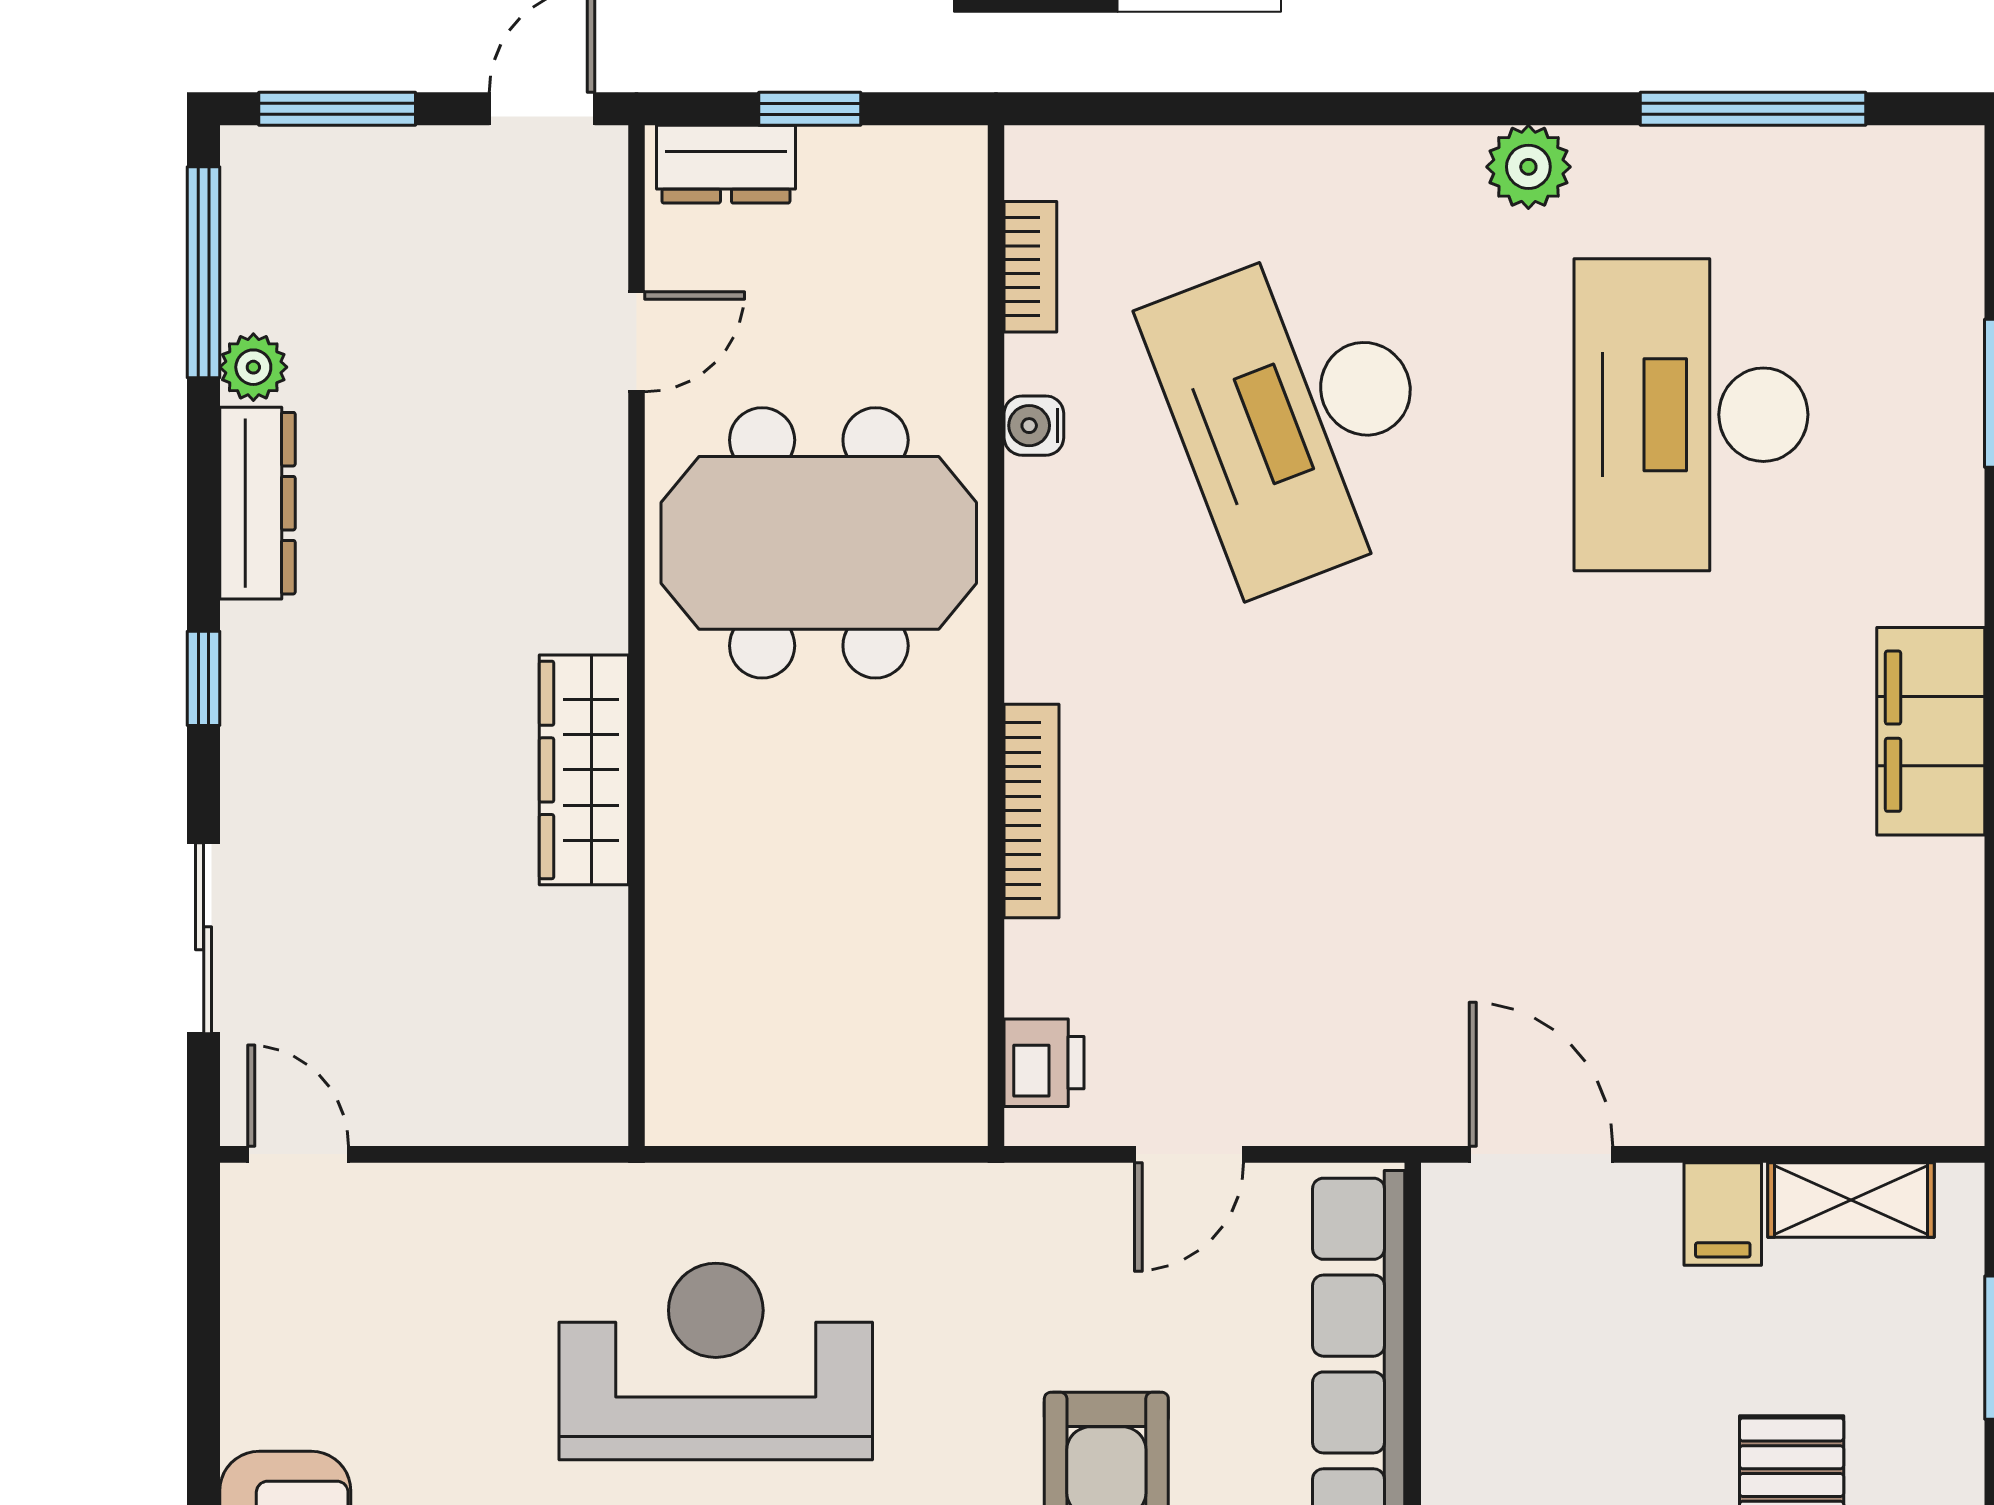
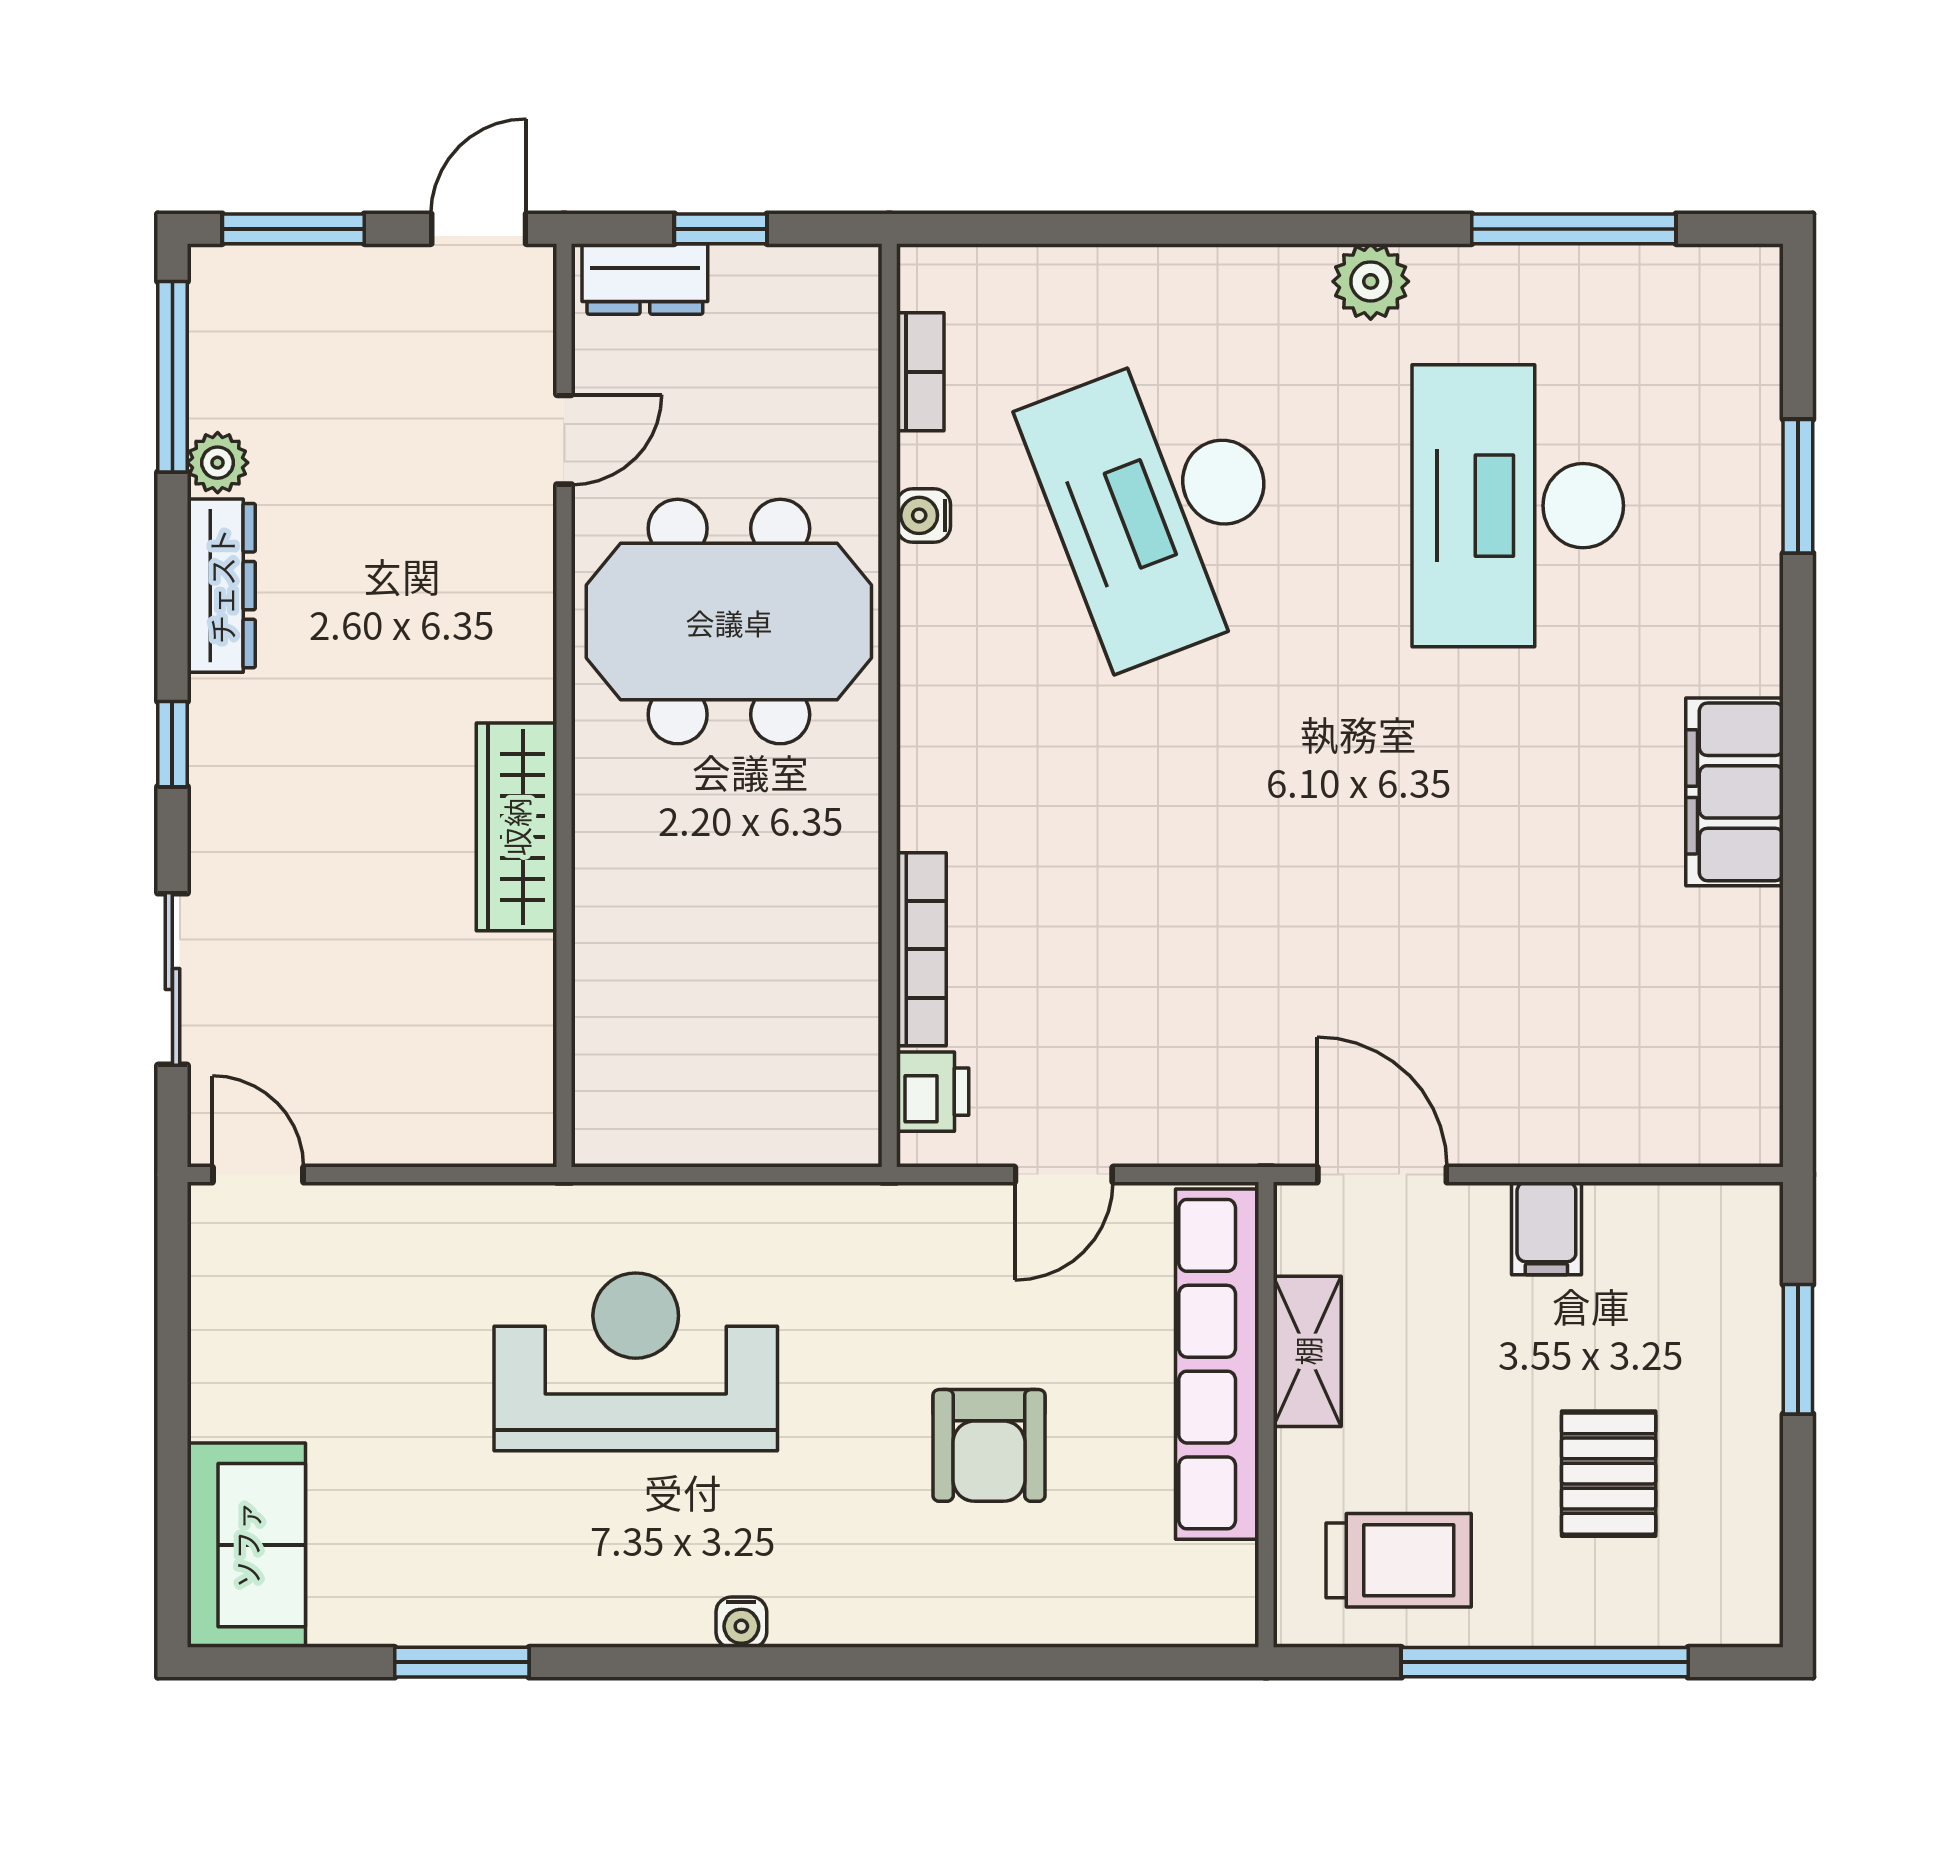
bookcase: (1032, 811) -> (921, 949), moved
shelving: (1851, 1200) -> (1307, 1351), moved, turned 90

